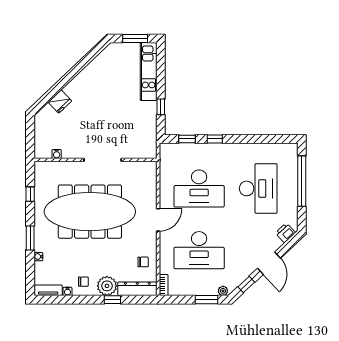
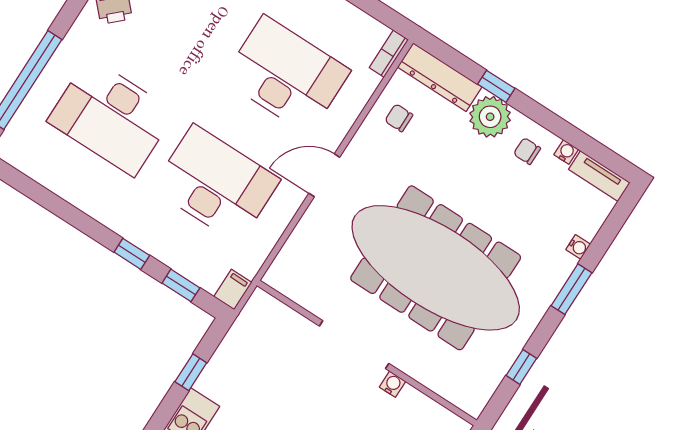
filing cabinet: (165, 151) -> (233, 290), added
water cooler: (57, 154) -> (393, 384), moved
desk: (258, 188) -> (111, 117), turned -90

